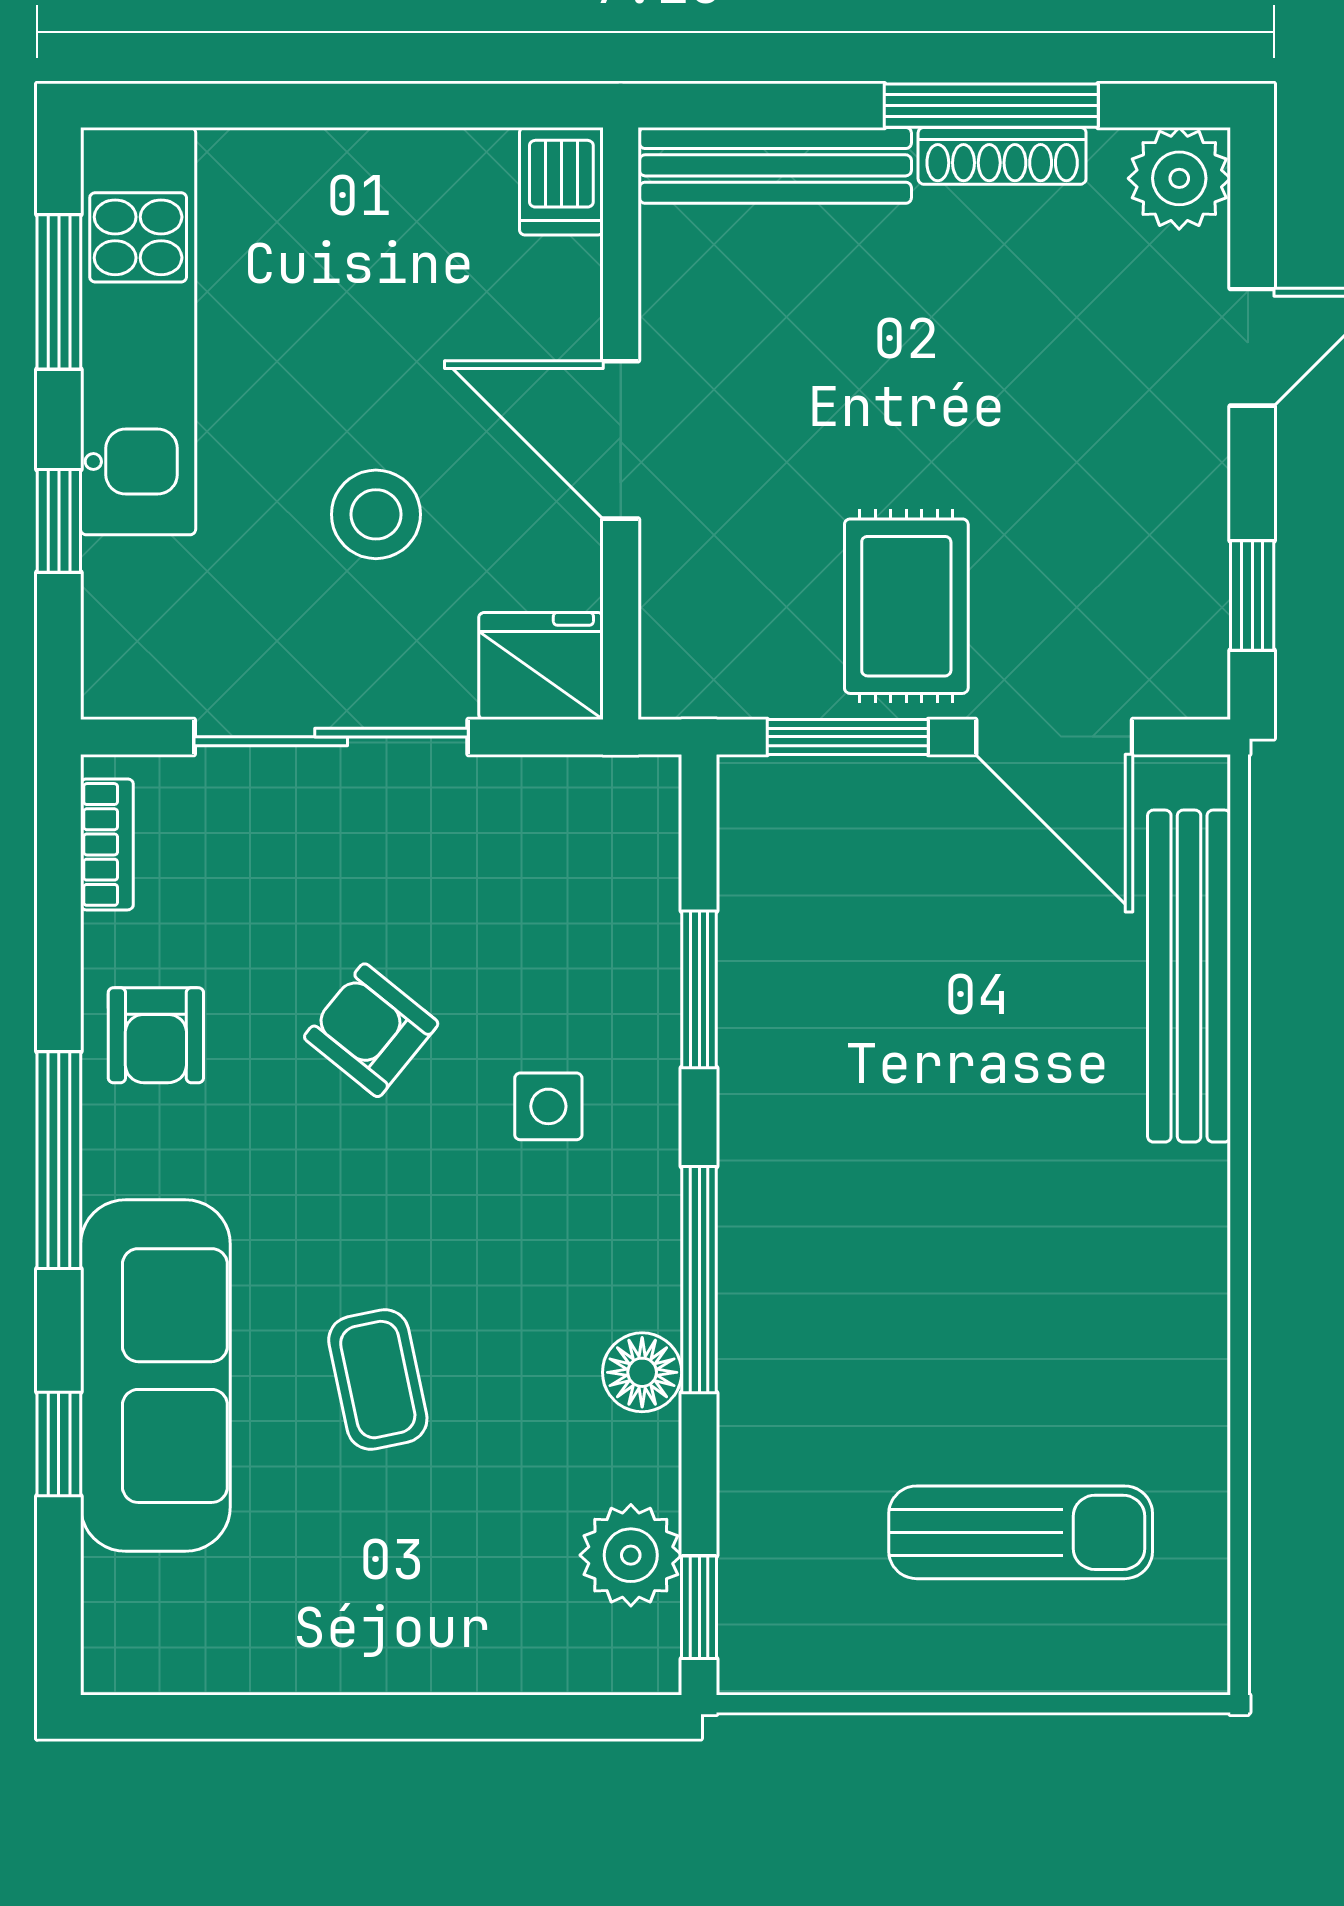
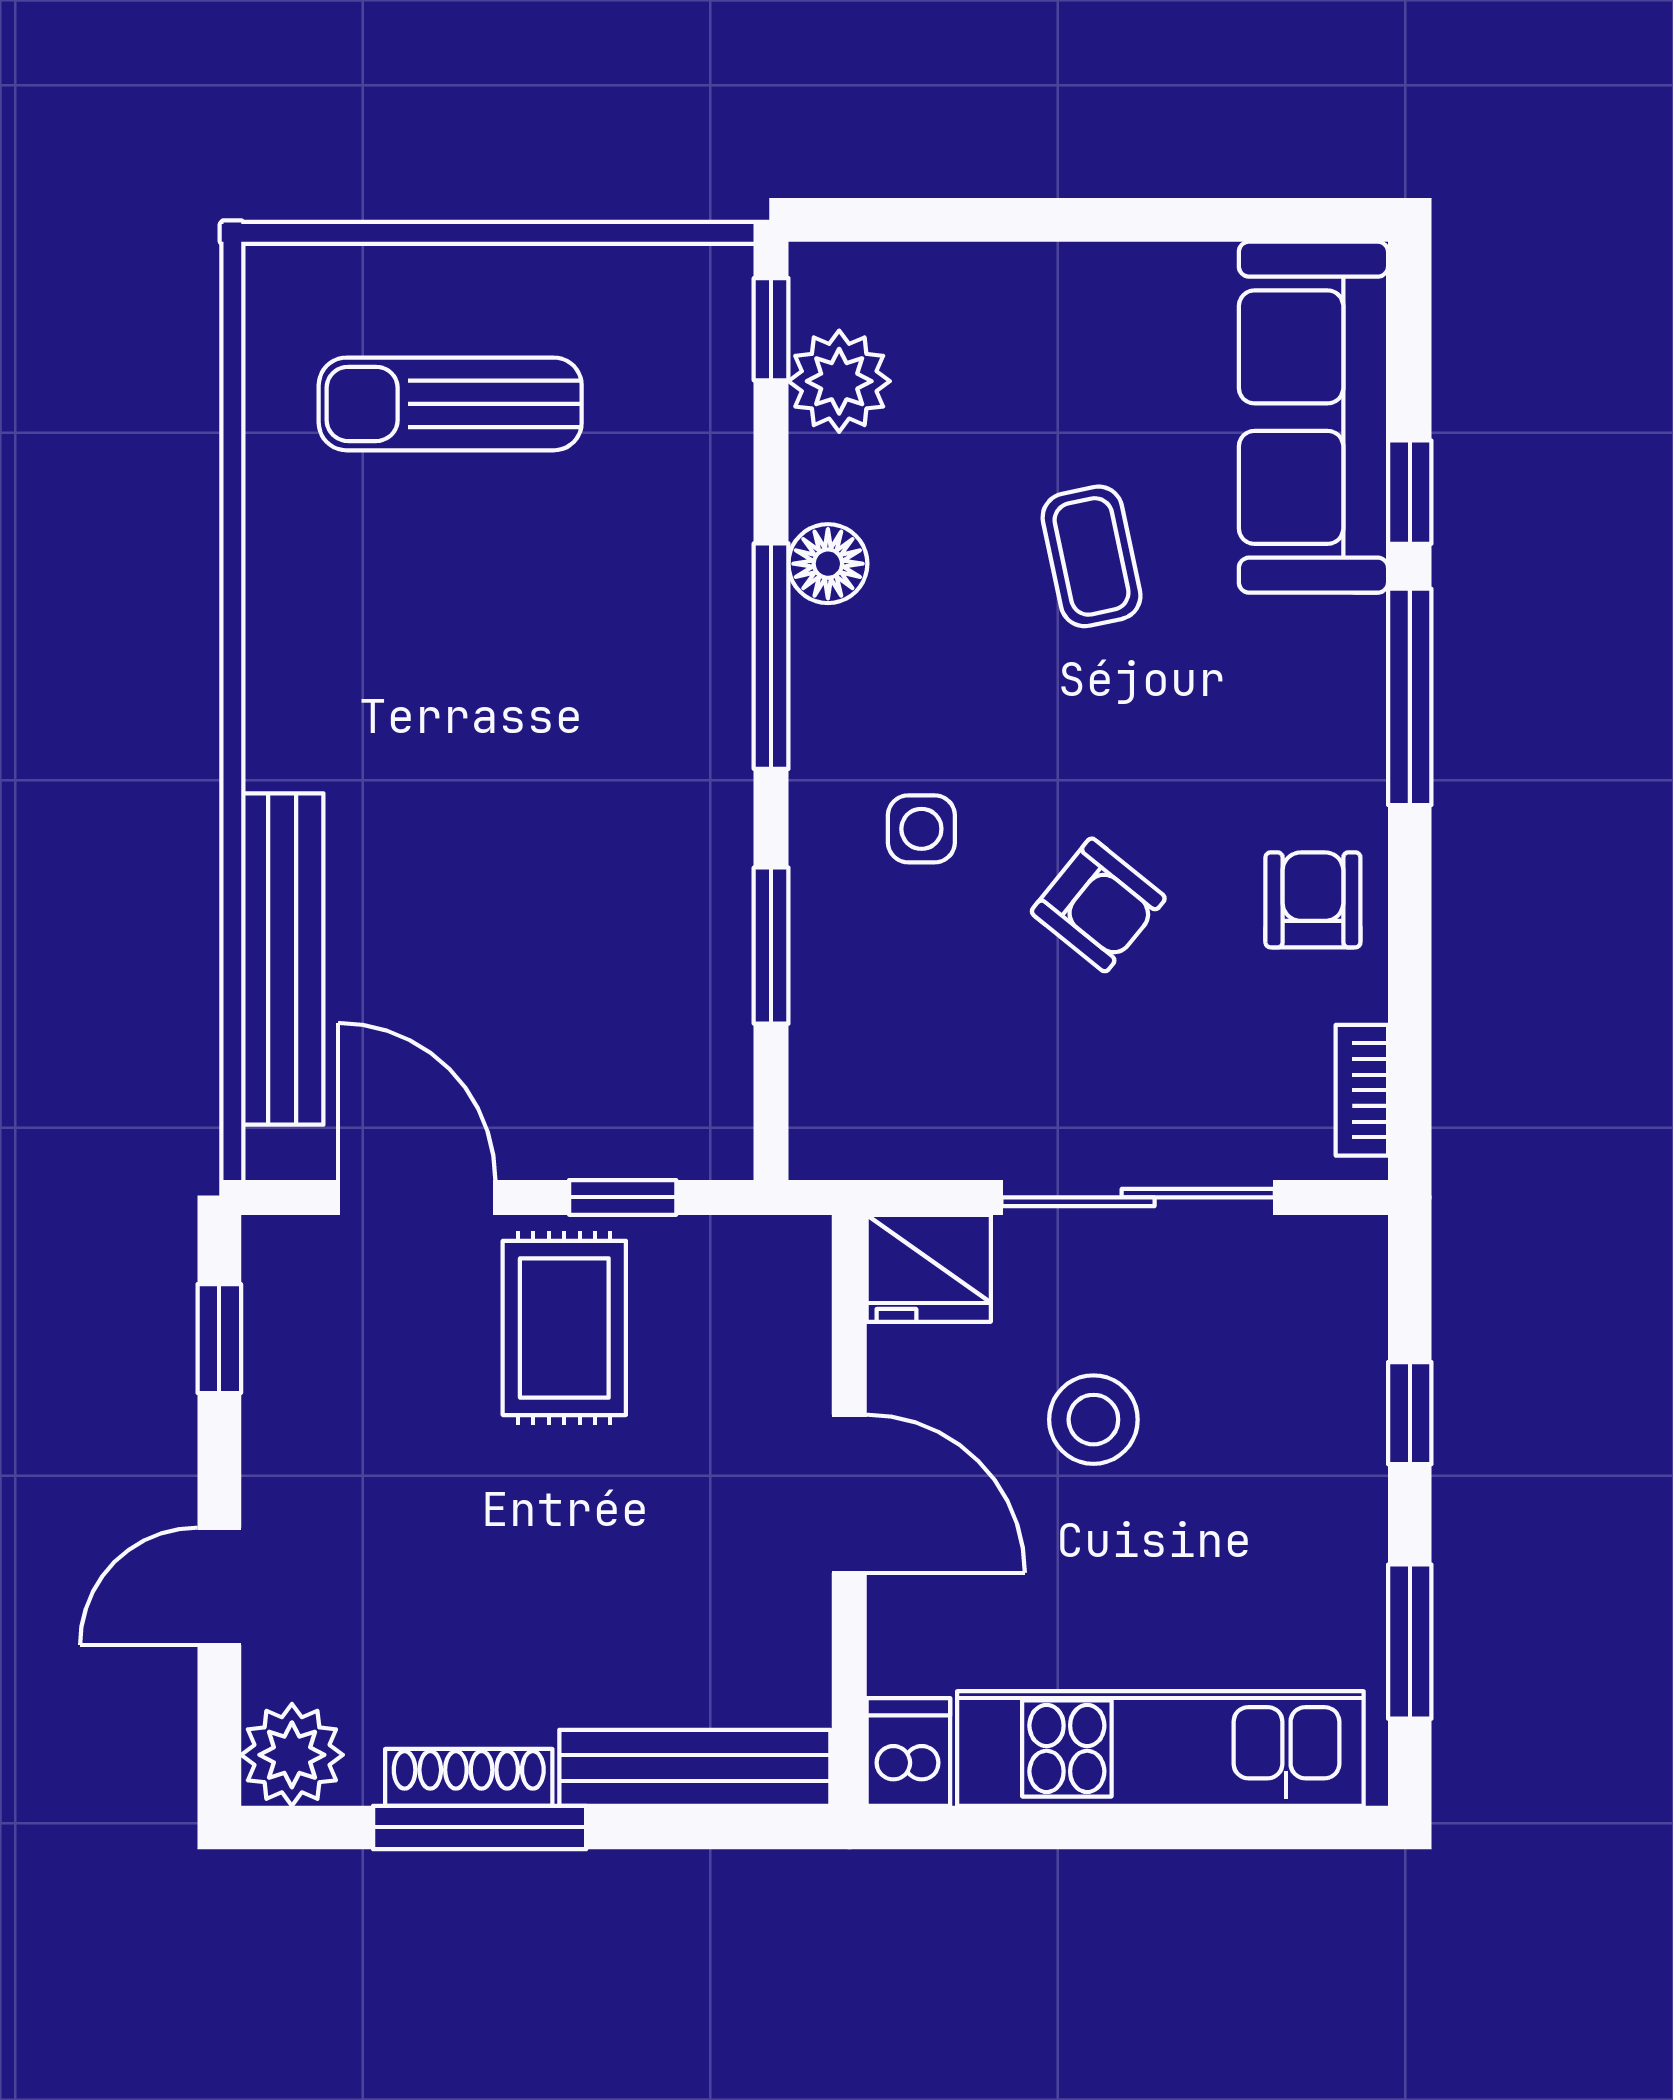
kitchen unit: (138, 331) -> (1160, 1748), moved, turned 90
window: (848, 737) -> (623, 1197), width x0.67
window: (59, 1160) -> (1410, 697), moved
sofa: (155, 1376) -> (1313, 417), moved

